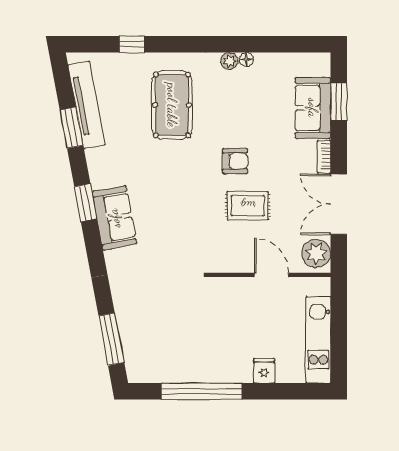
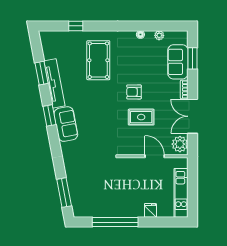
plant: (229, 61) -> (159, 35), moved
tv unit: (87, 105) -> (54, 83), moved
armchair: (235, 161) -> (134, 92), turned 180

